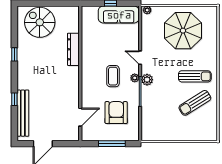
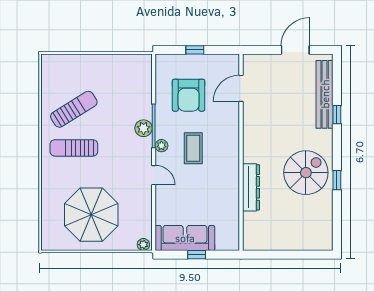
spiral stairs: (40, 22) -> (306, 173), moved, turned -90
plant: (147, 80) -> (144, 128), moved
window: (112, 144) -> (195, 50), width x0.46

